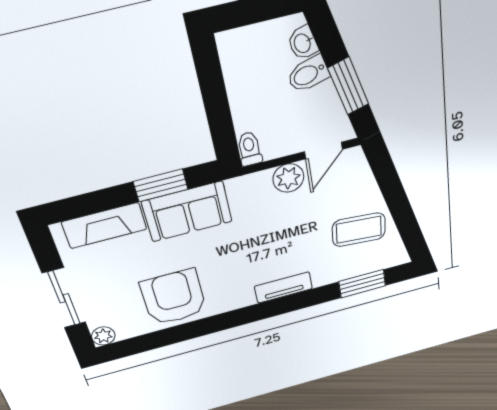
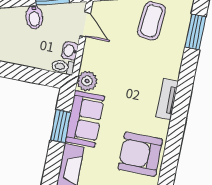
washbasin: (303, 43) -> (70, 51), moved, turned 105
plant: (288, 178) -> (87, 81), moved
tv unit: (283, 288) -> (167, 99), moved

